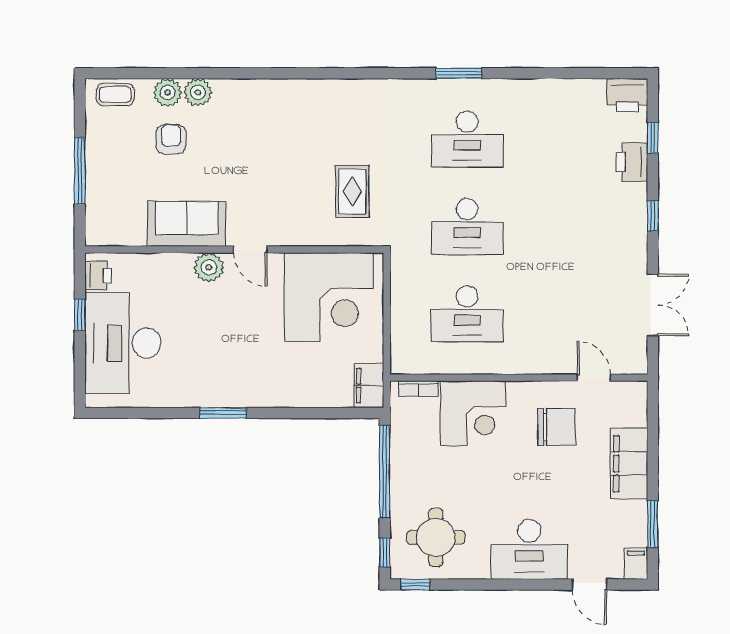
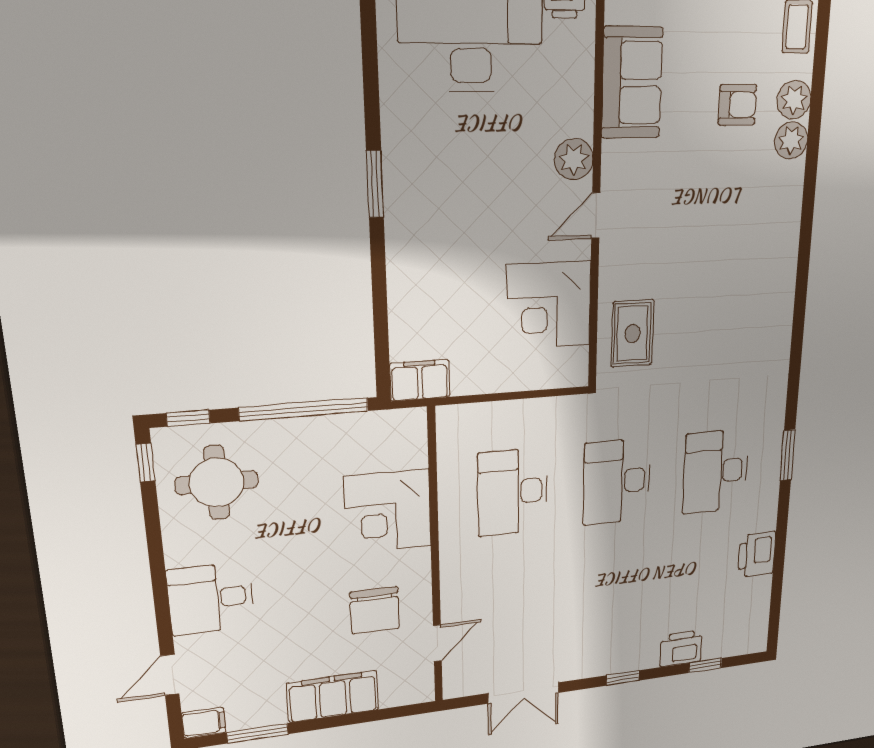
printer: (627, 95) -> (757, 554), moved
rug: (352, 192) -> (632, 333), moved, turned 90
sofa: (187, 224) -> (632, 83), moved
corner desk: (329, 297) -> (549, 305), width x0.74, depth x0.74
bookcase: (418, 389) -> (418, 443), removed
desk: (529, 549) -> (211, 599), width x0.73

